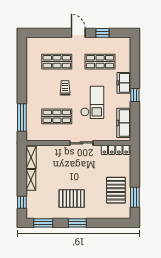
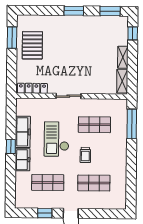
freezer: (124, 123) -> (23, 132), moved
pallet: (72, 199) -> (79, 37), removed

